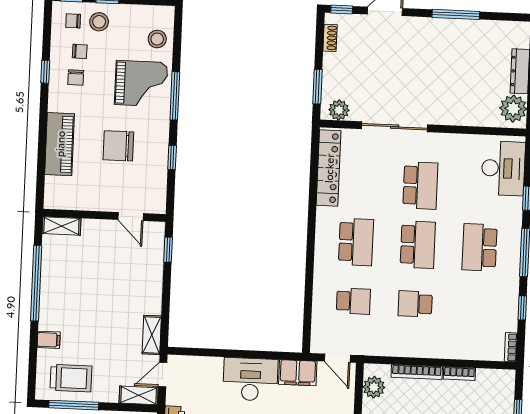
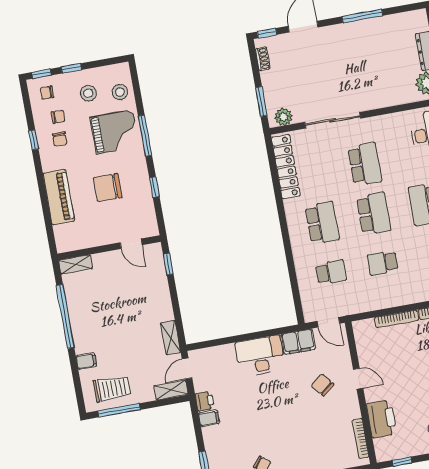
stool: (99, 22) -> (88, 93), moved
plant: (374, 387) -> (364, 340), removed

